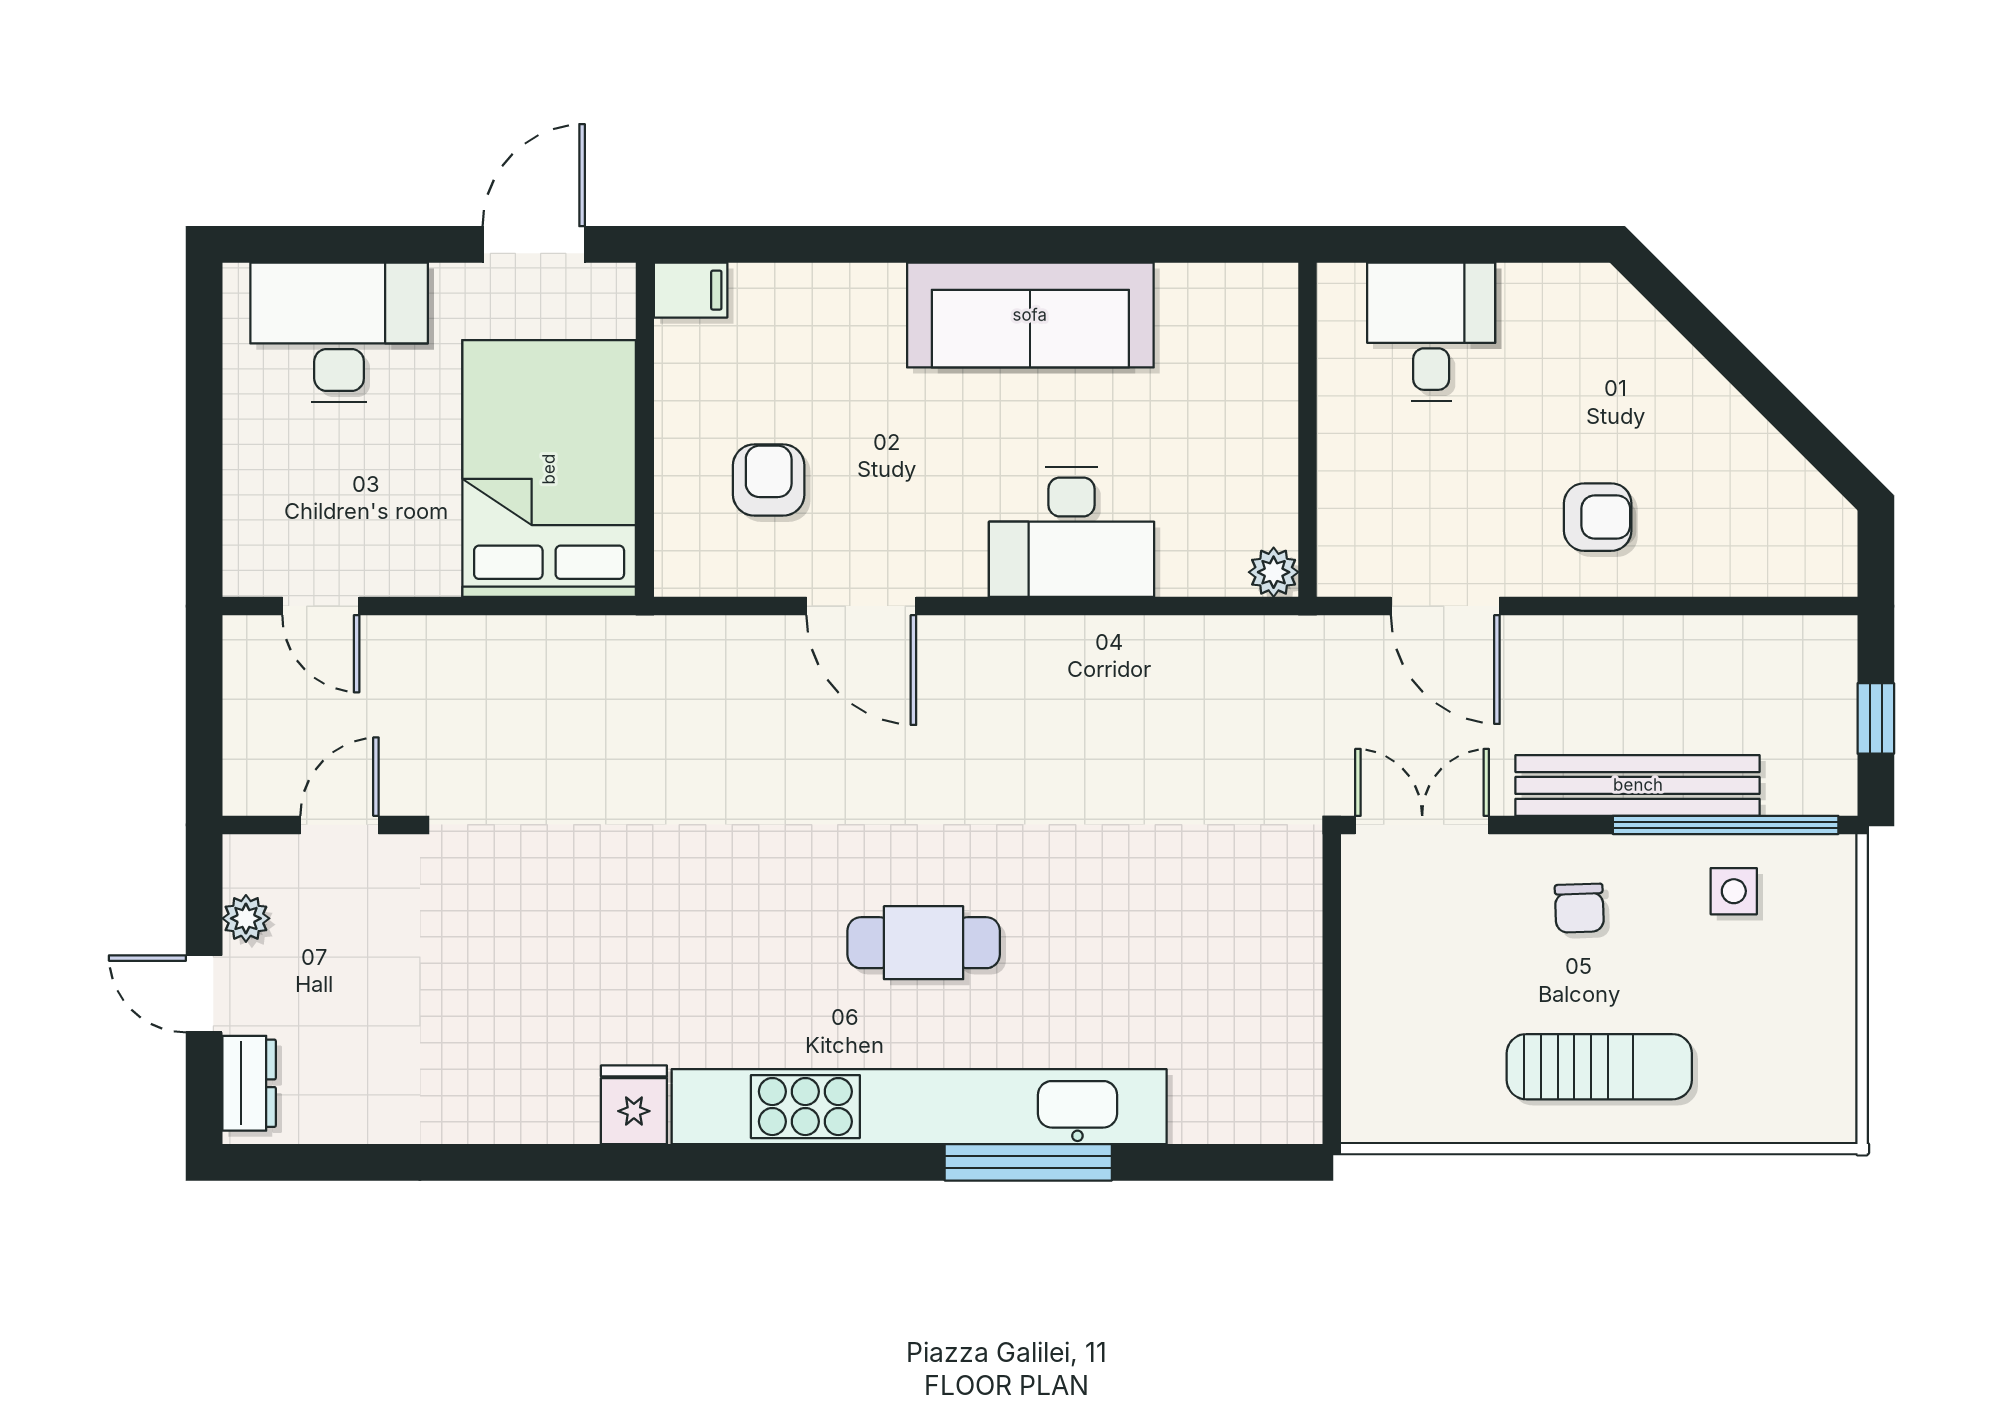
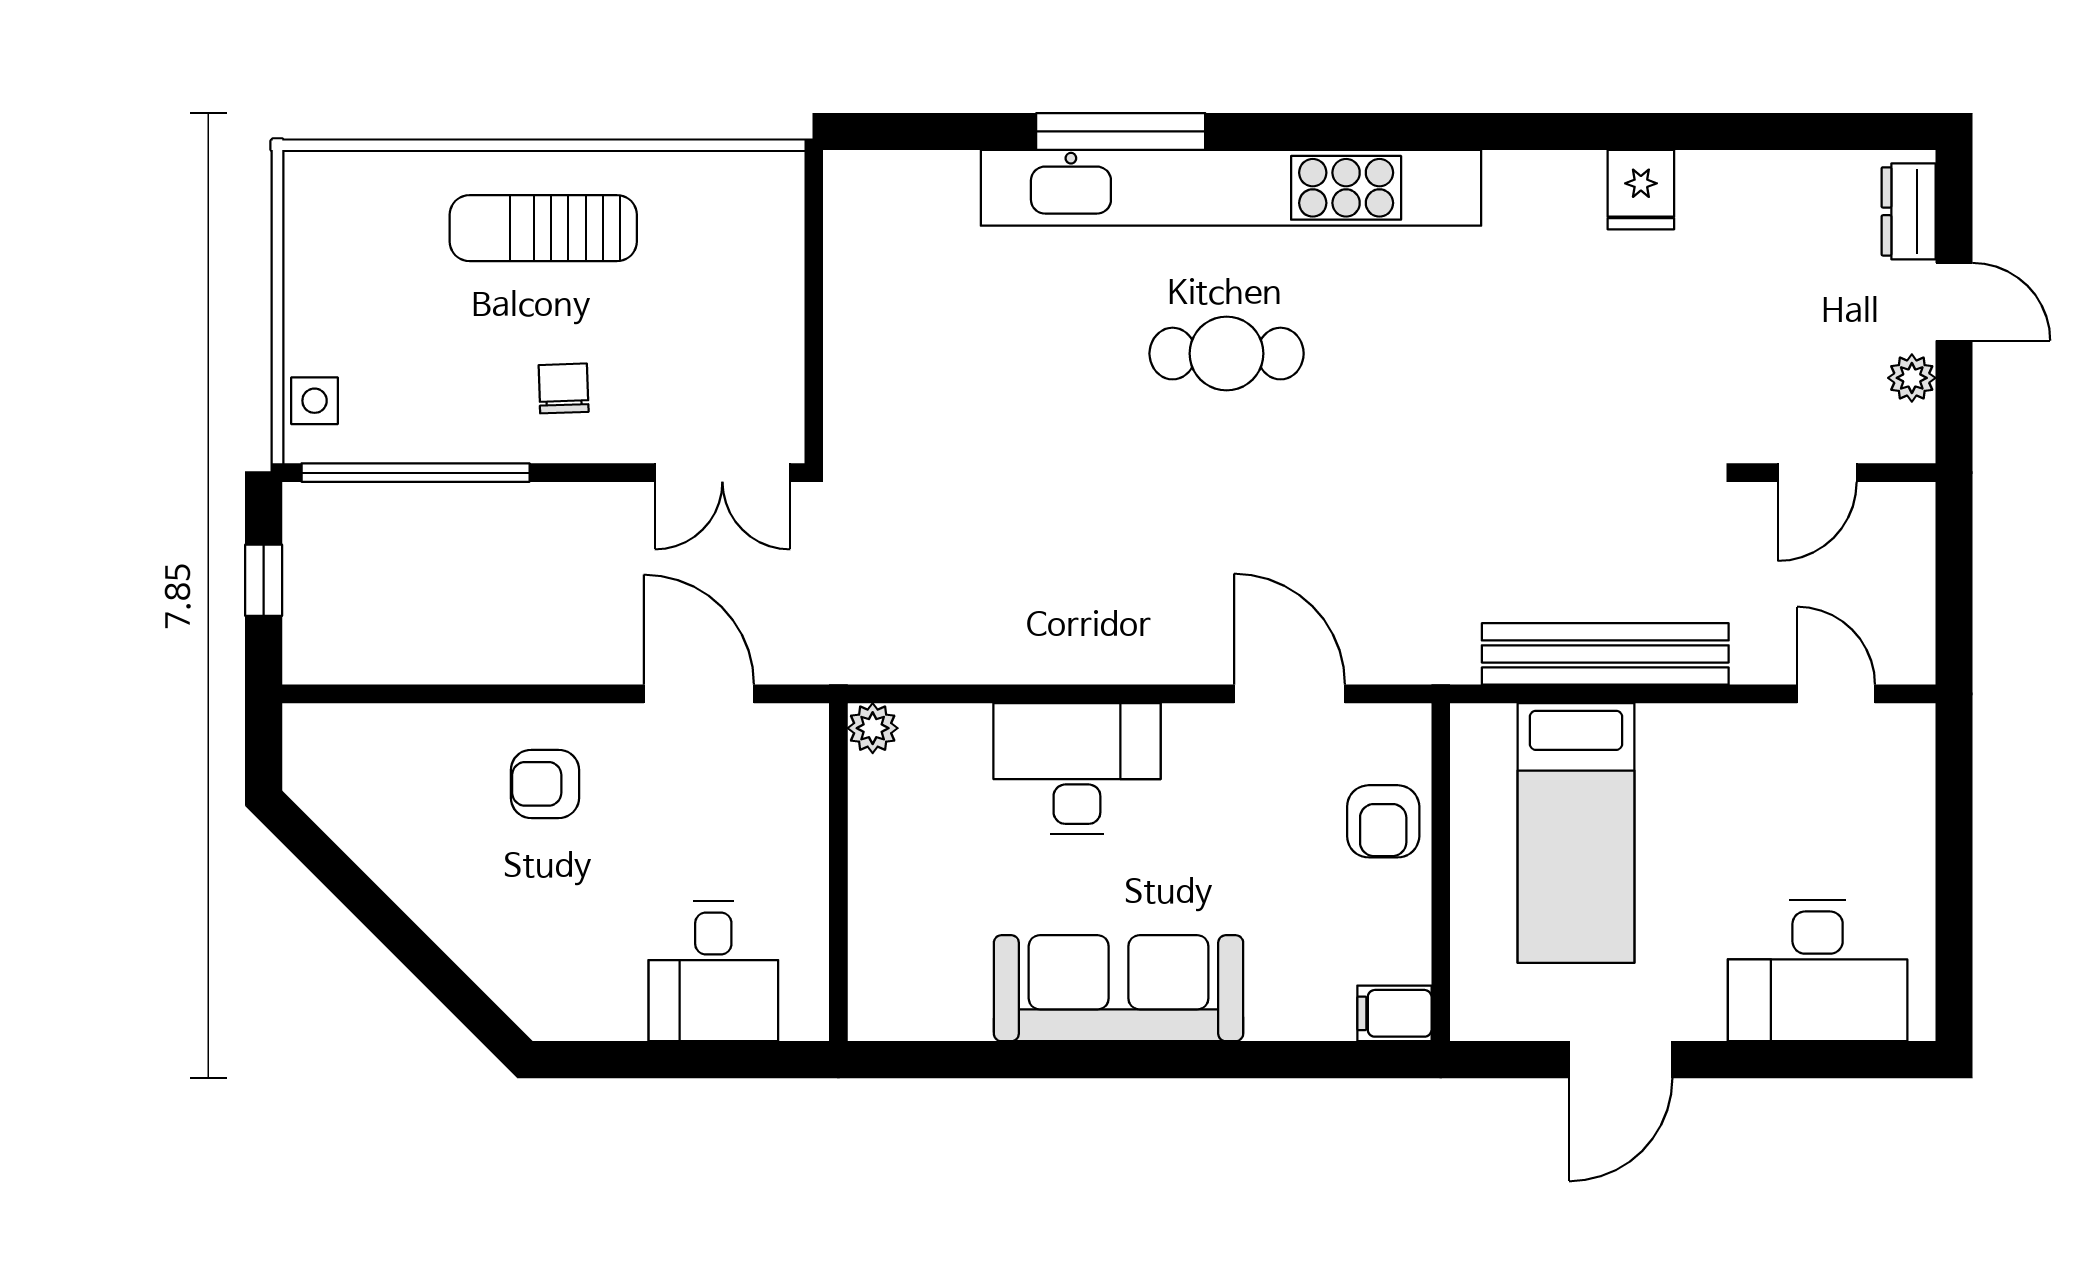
filing cabinet: (691, 290) -> (1394, 1013), moved
wall: (645, 430) -> (1441, 872), moved
bed: (549, 469) -> (1576, 833), width x0.67
bench: (1638, 785) -> (1605, 654), moved
side table: (1734, 891) -> (315, 401), moved
fridge: (634, 1105) -> (1641, 190), moved

